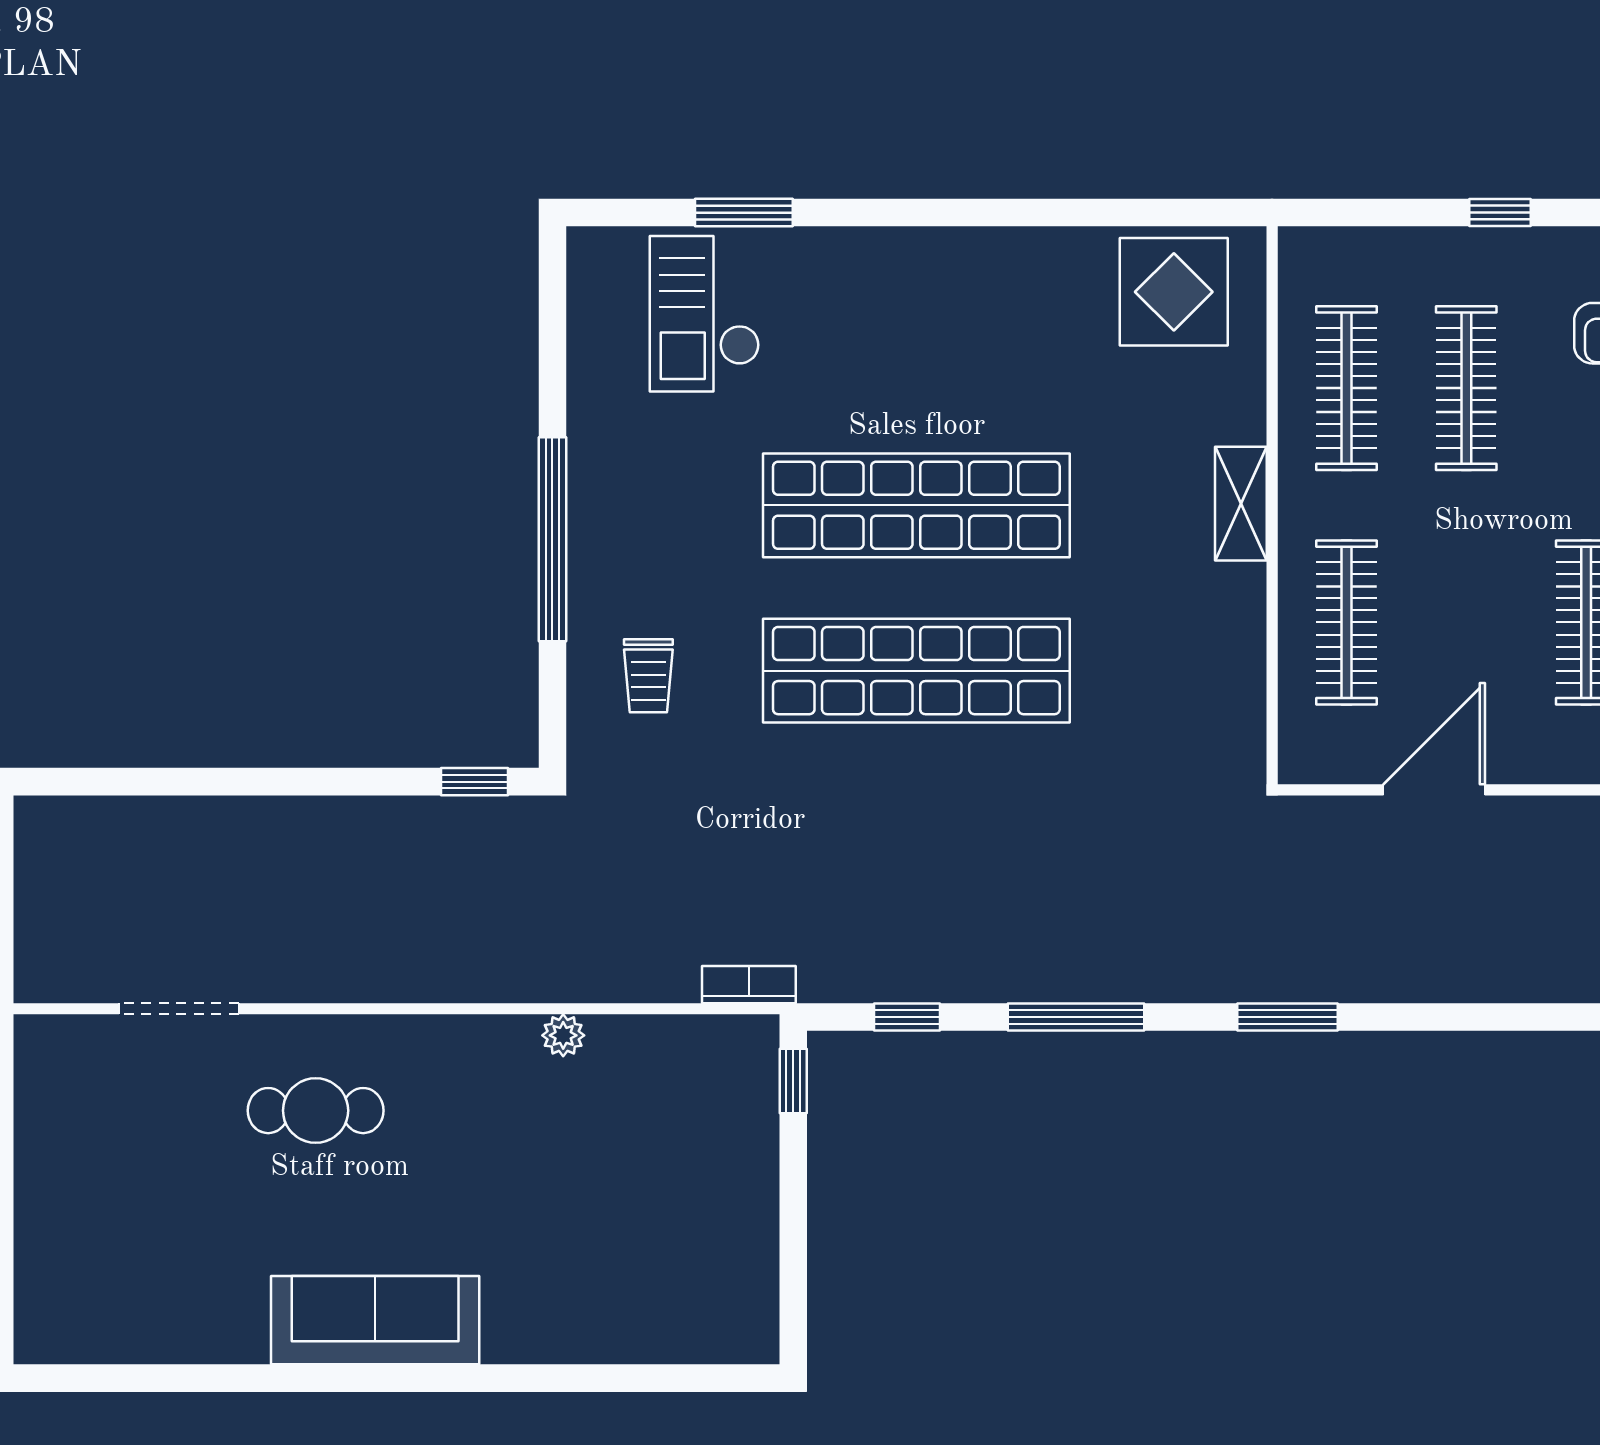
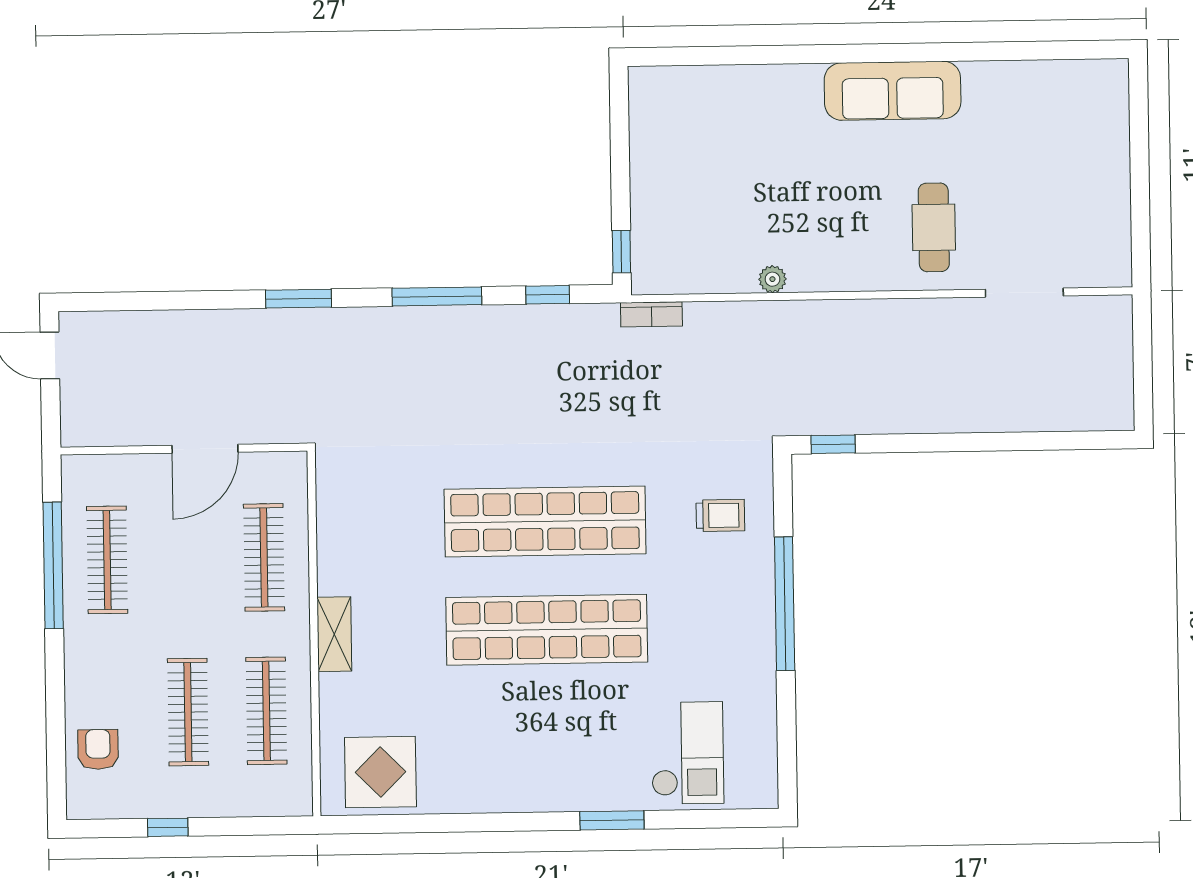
window: (744, 213) -> (612, 820), moved
trolley: (648, 676) -> (720, 515), turned 90
cafe table: (316, 1111) -> (934, 227), turned 90

